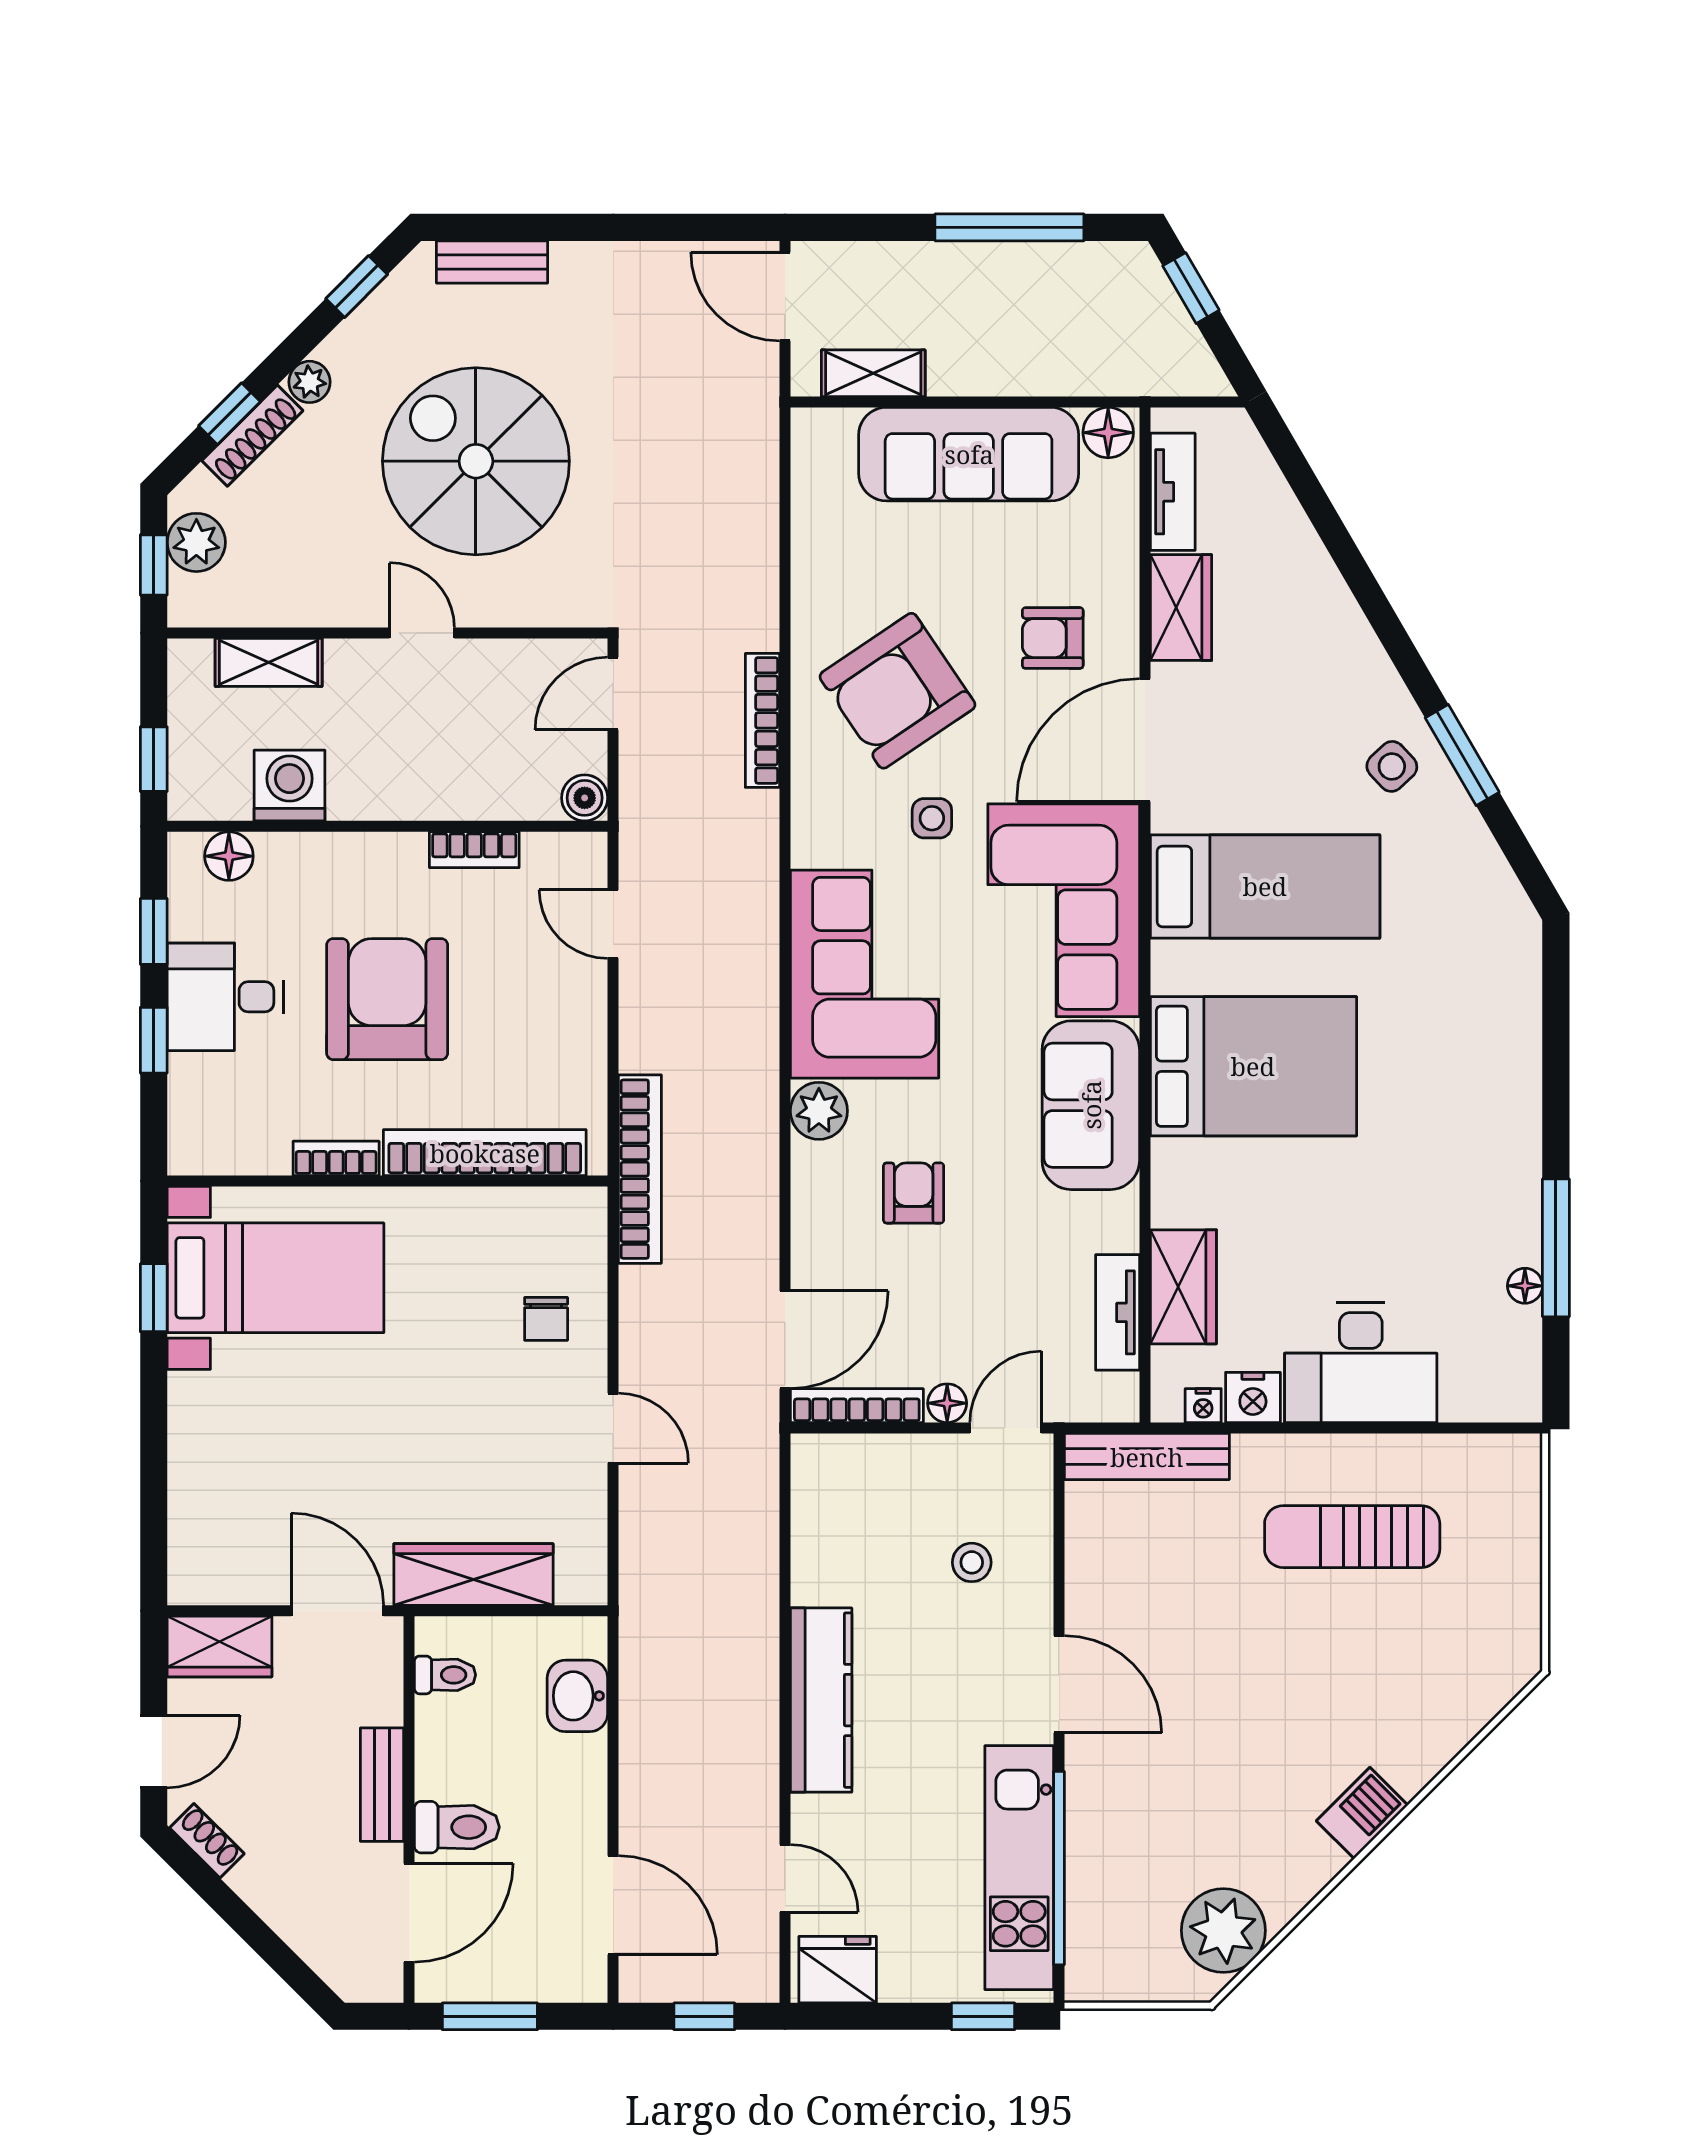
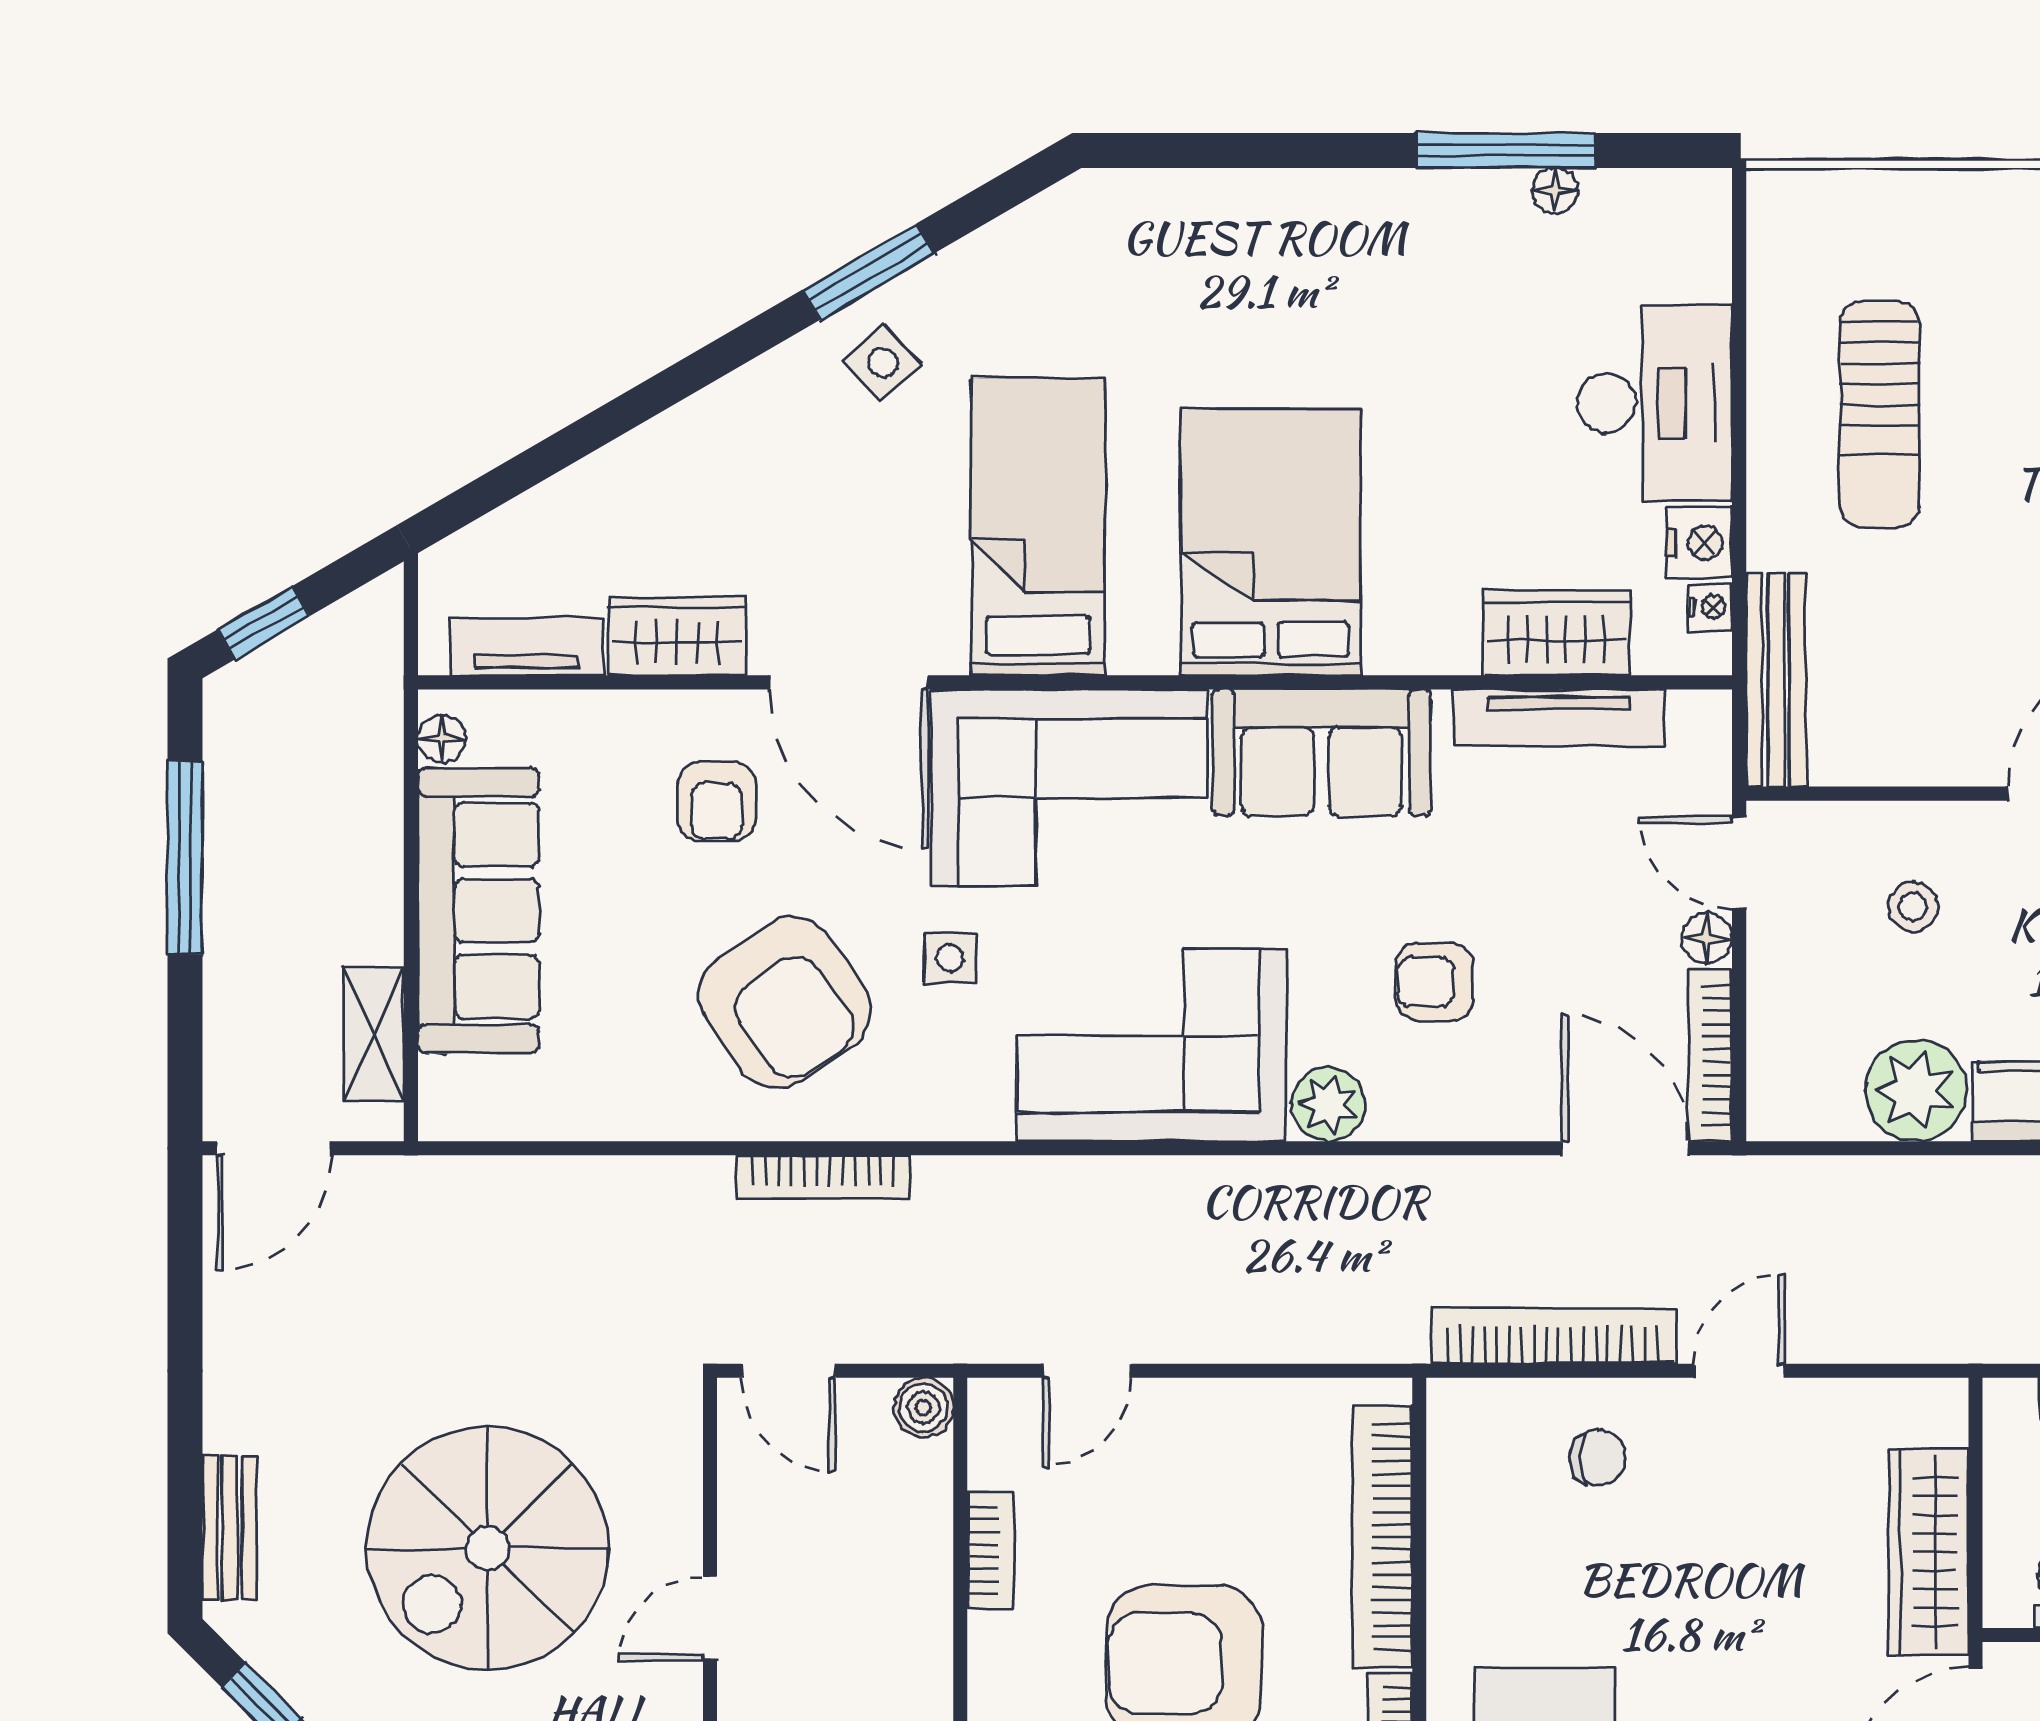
floor lamp: (1108, 433) -> (442, 739), width x0.73, depth x0.73
bookcase: (640, 1169) -> (1553, 1336), moved
tv unit: (1118, 1312) -> (1559, 718), width x1.41
plant: (829, 1565) -> (1916, 1091), added

